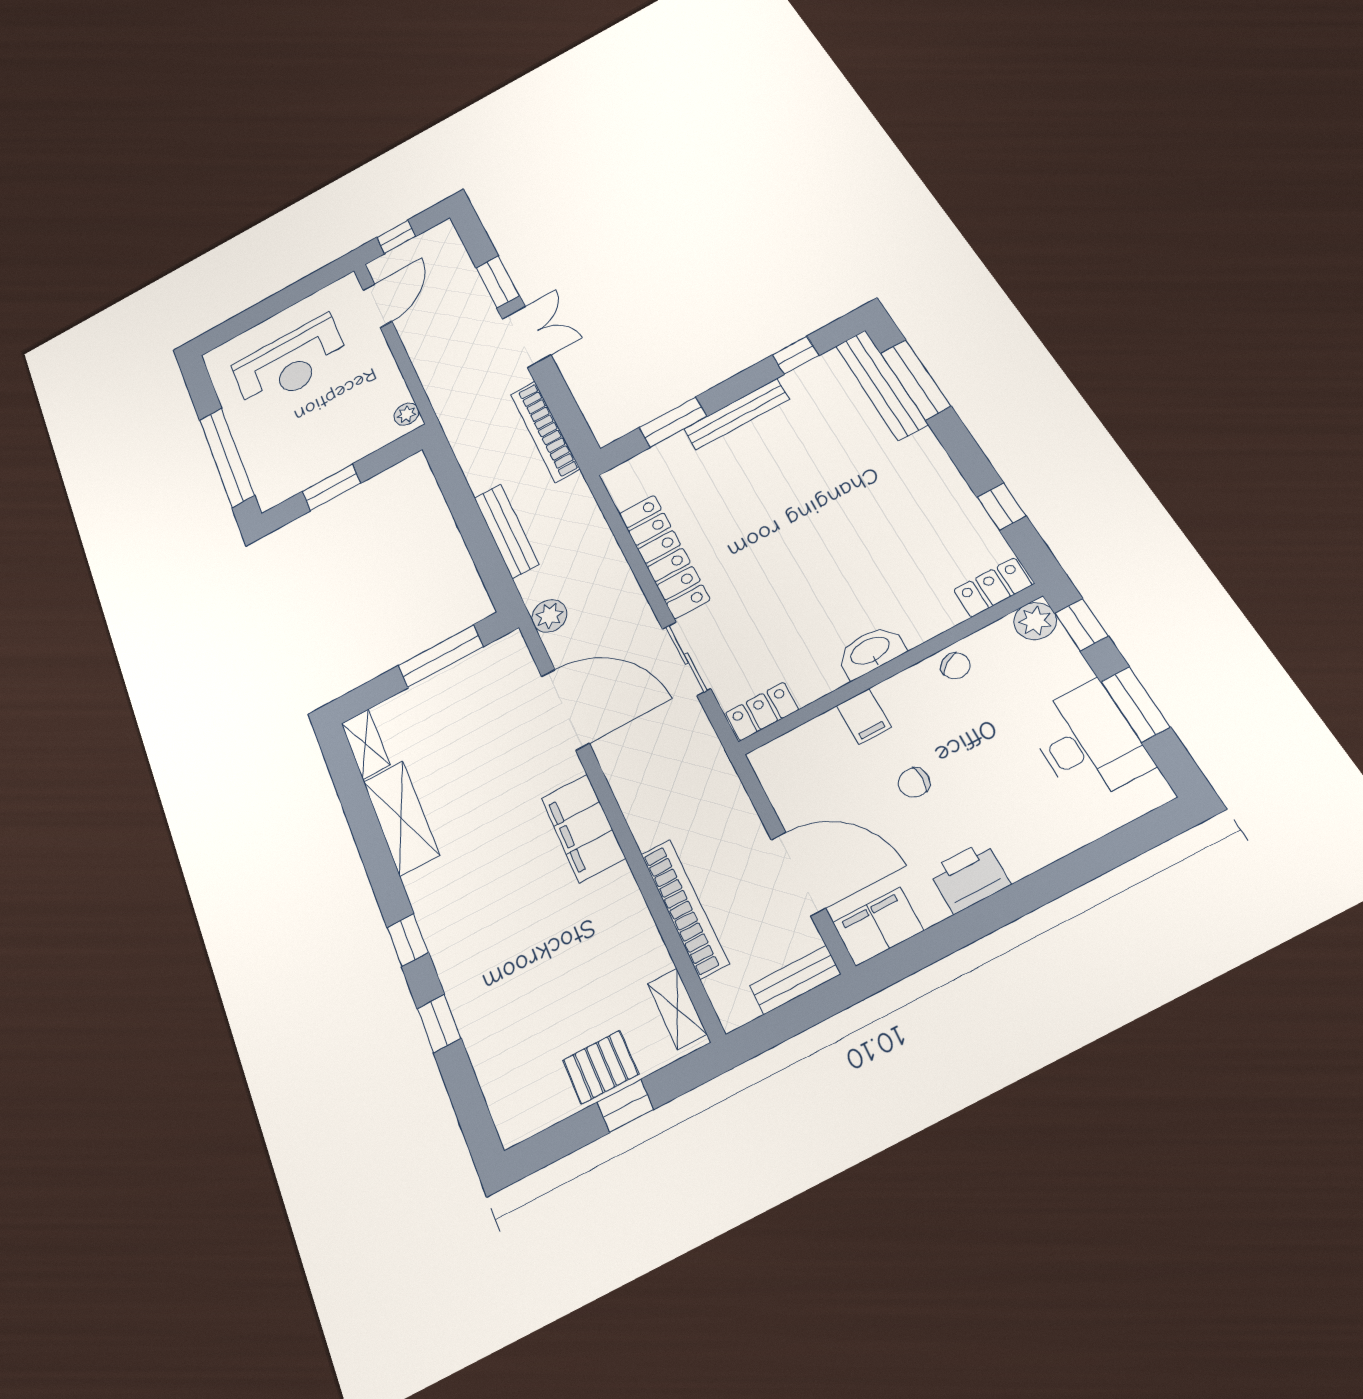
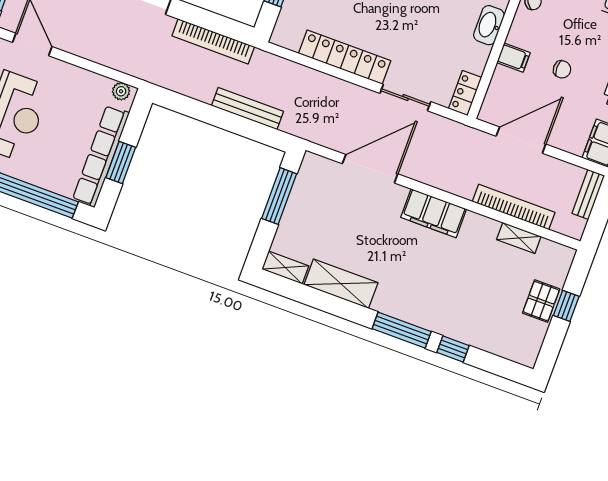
row of seats: (321, 466) -> (101, 156), added
plant: (549, 616) -> (316, 132), removed
chair: (914, 783) -> (562, 69), turned -90
door: (798, 874) -> (521, 140), moved
window: (408, 940) -> (402, 330), width x2.17
shelving: (677, 1009) -> (519, 238), moved

